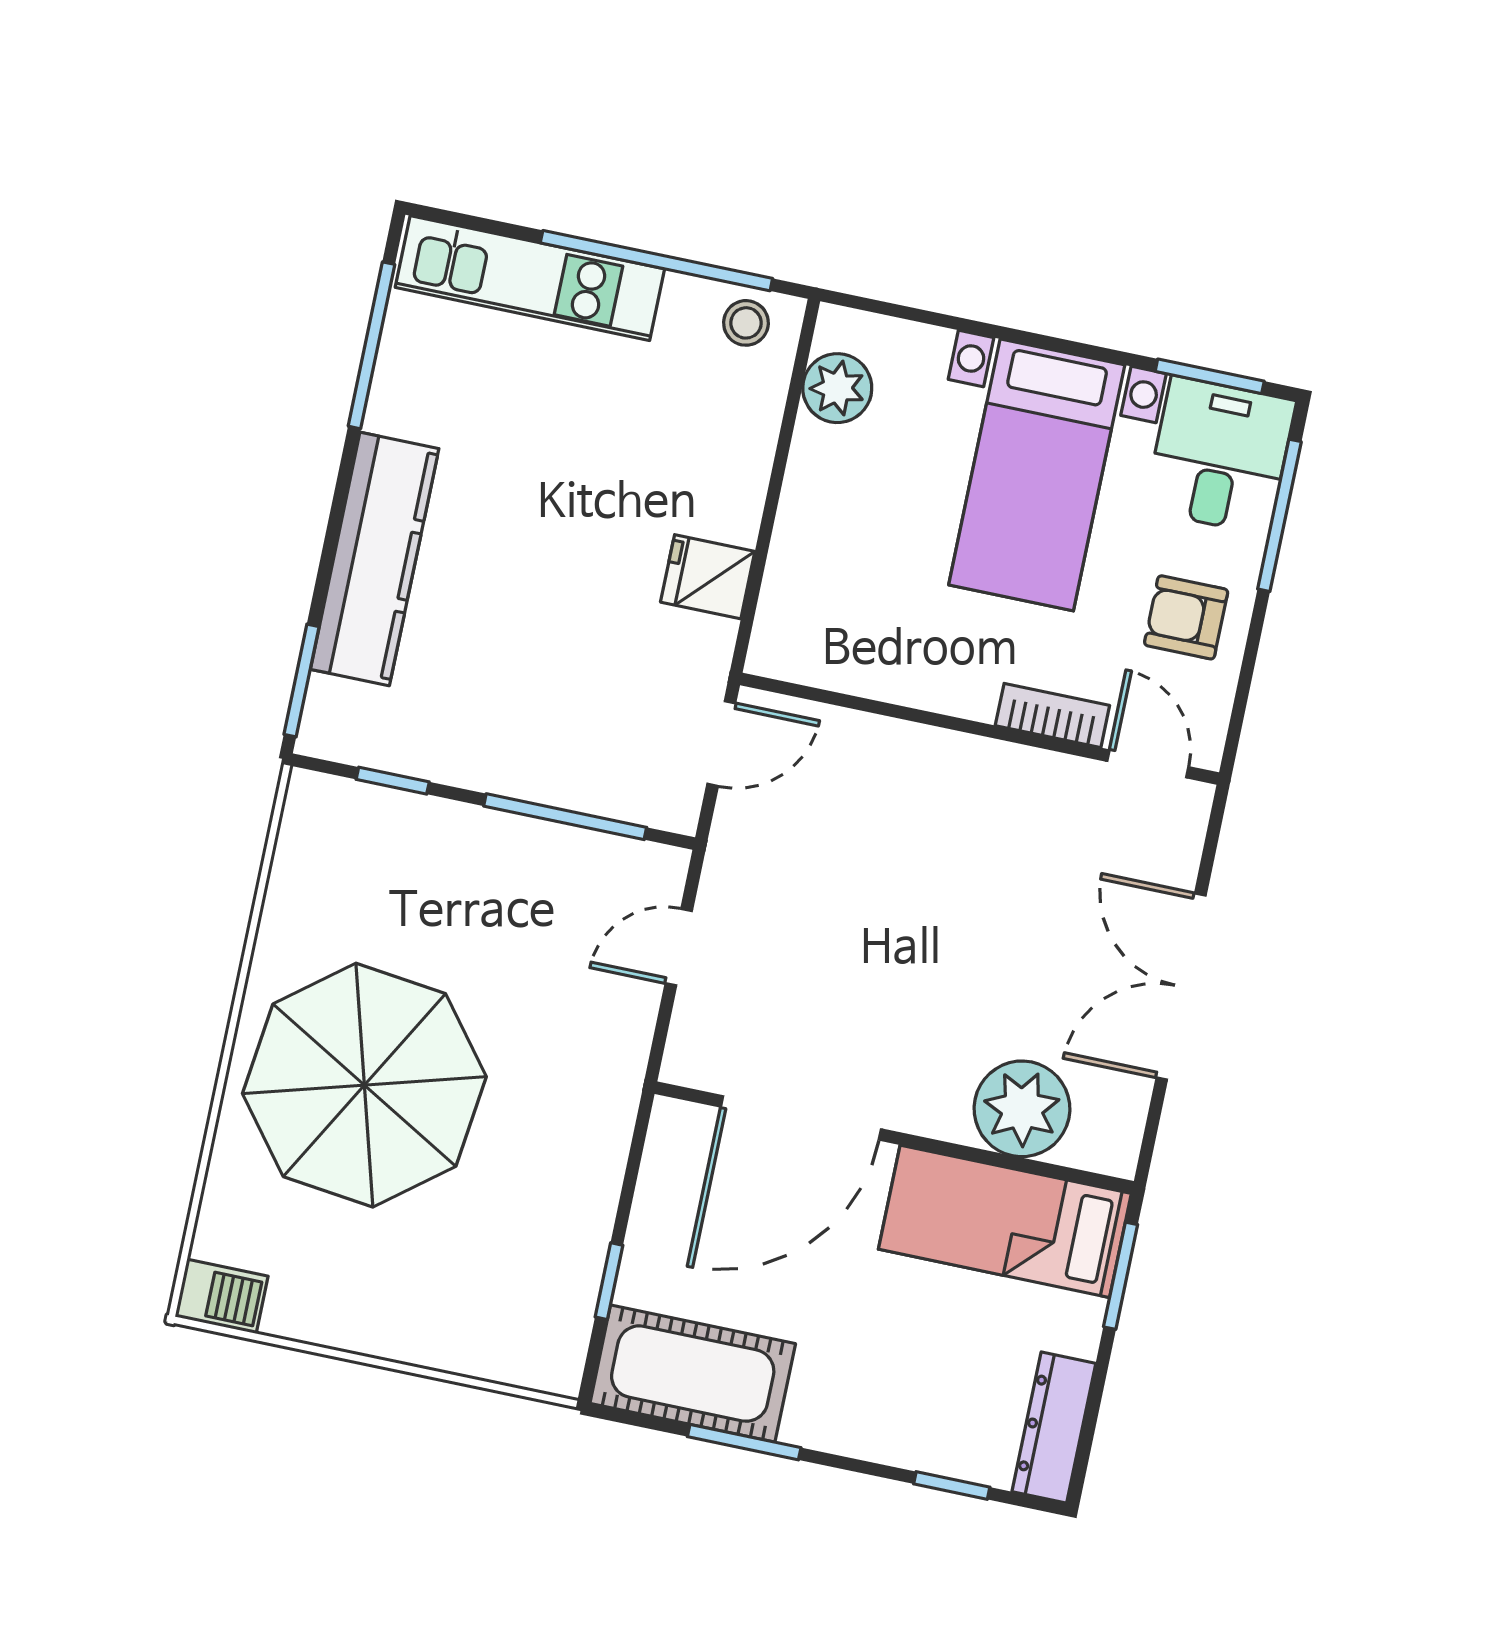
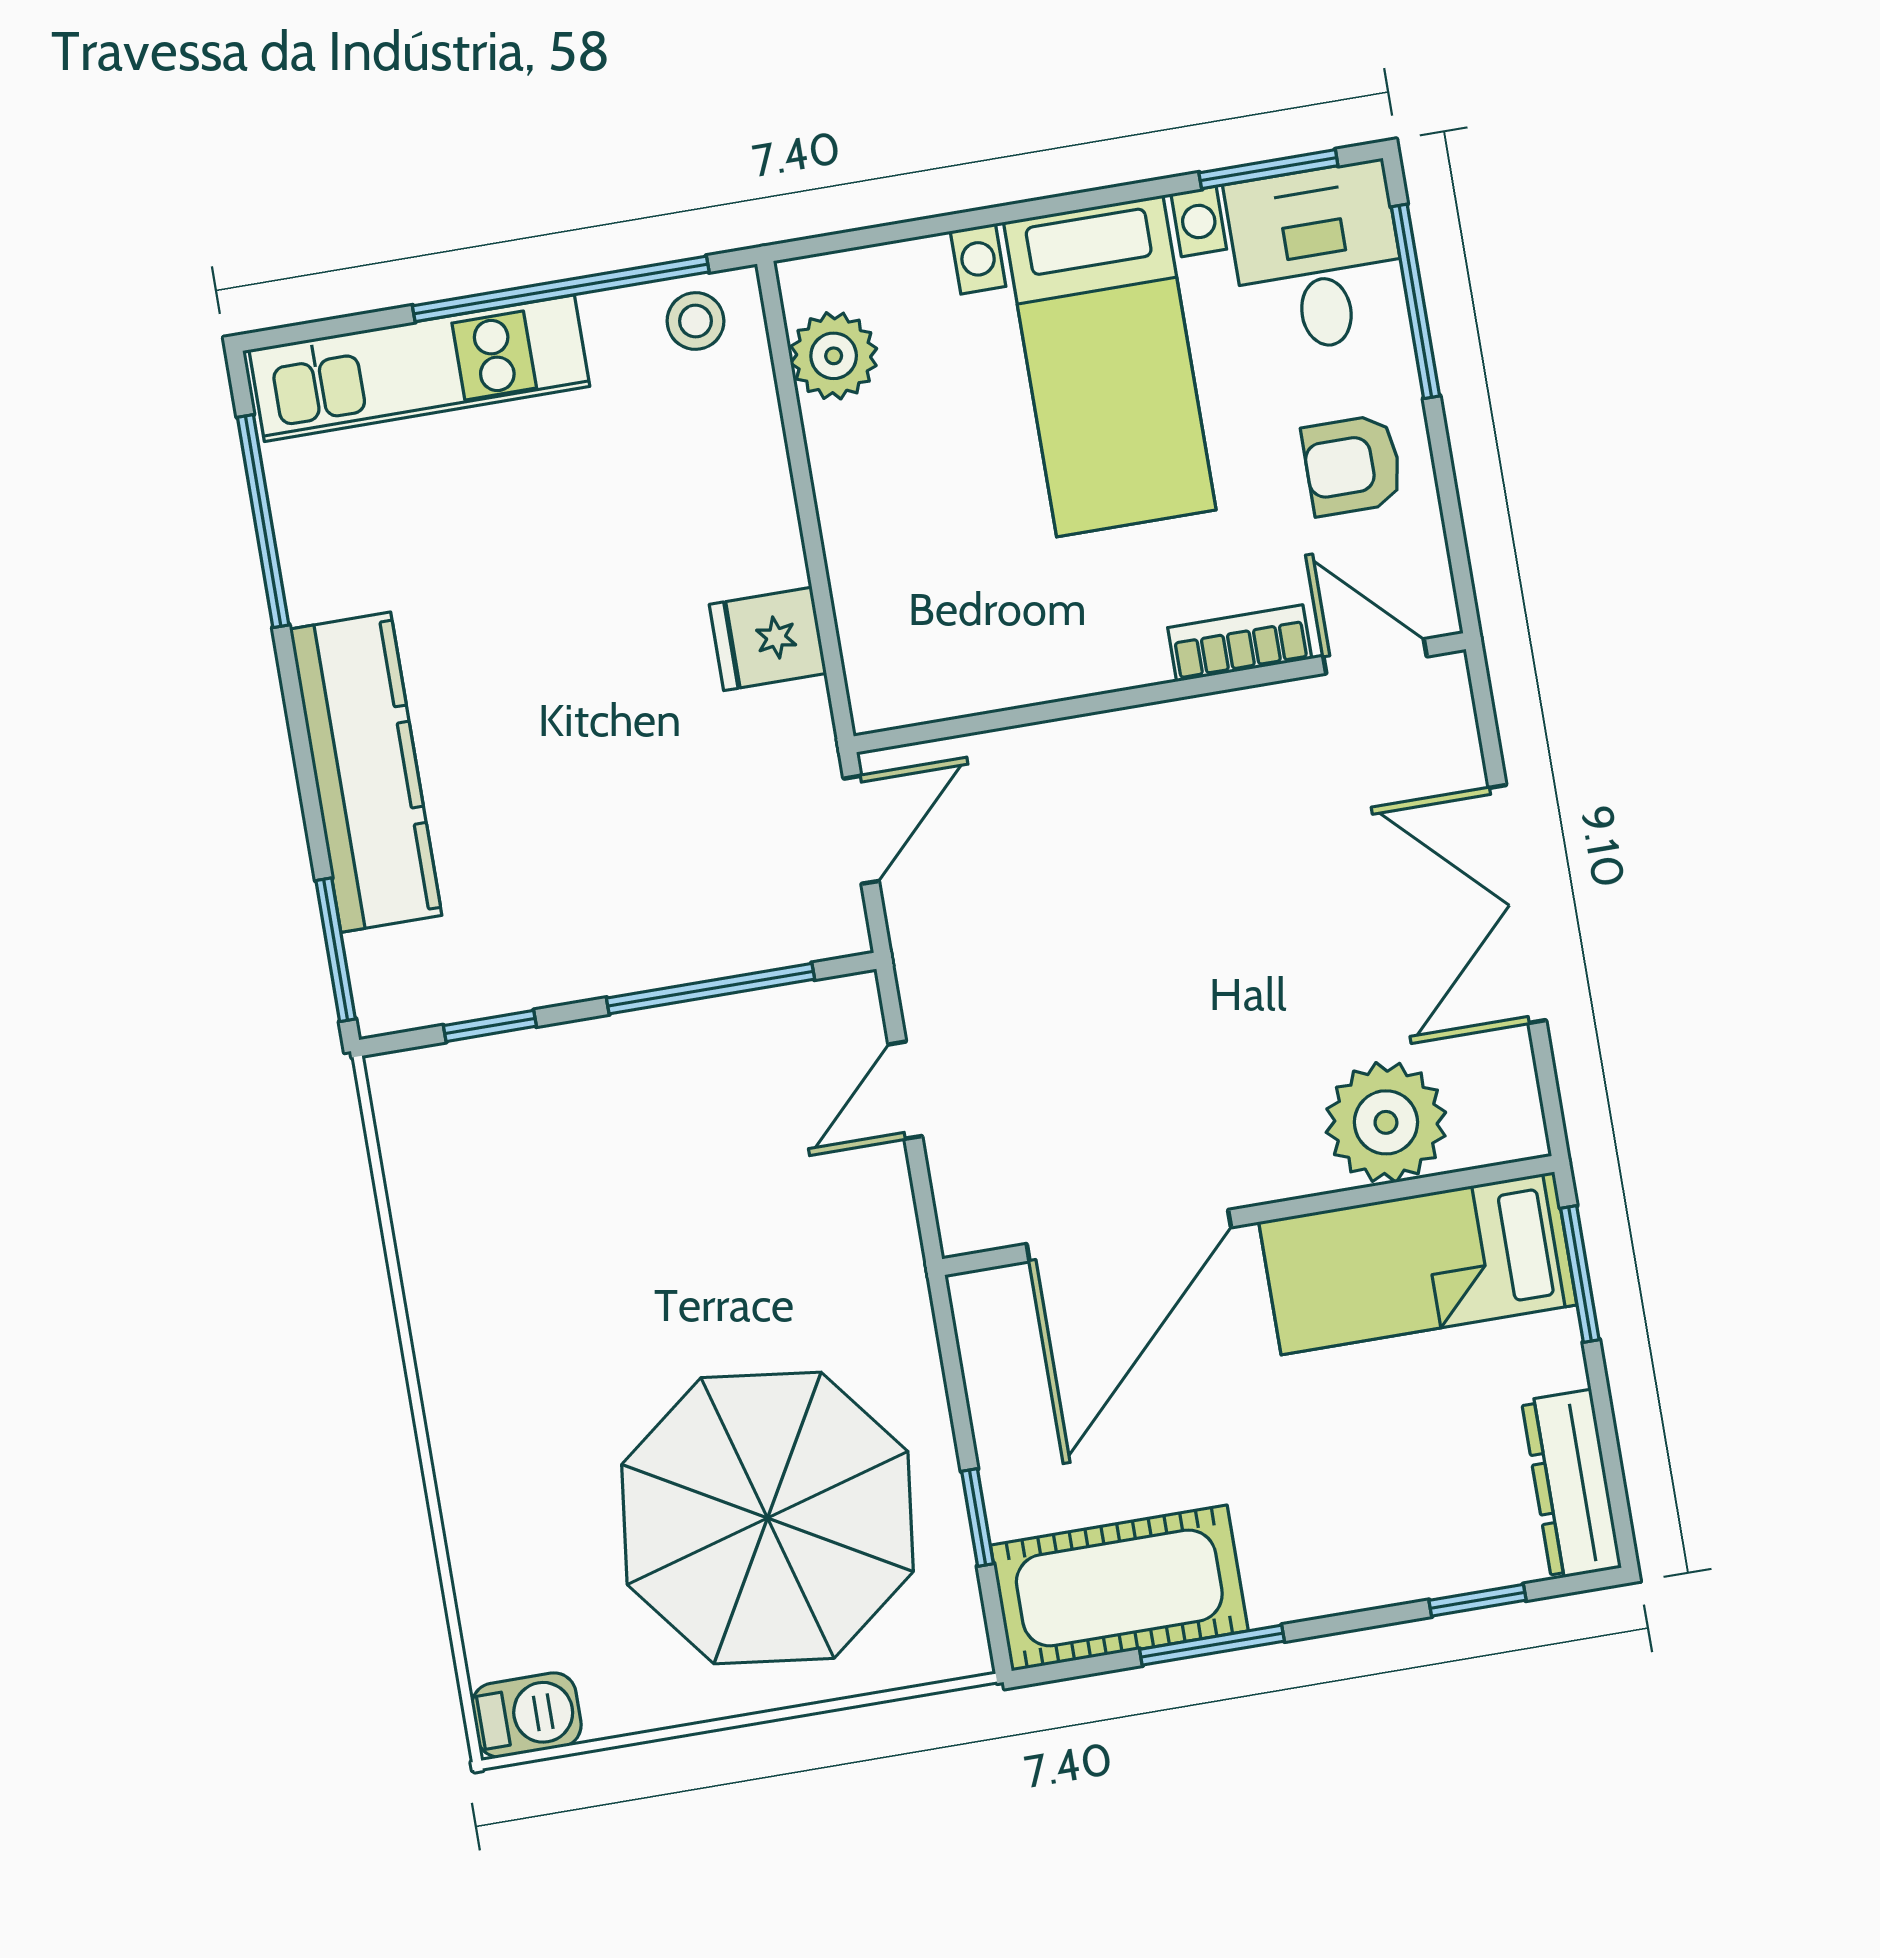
parasol: (364, 1085) -> (768, 1518), moved

